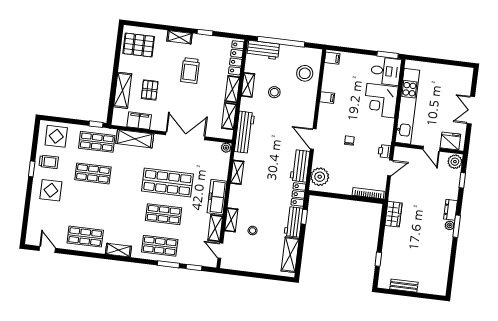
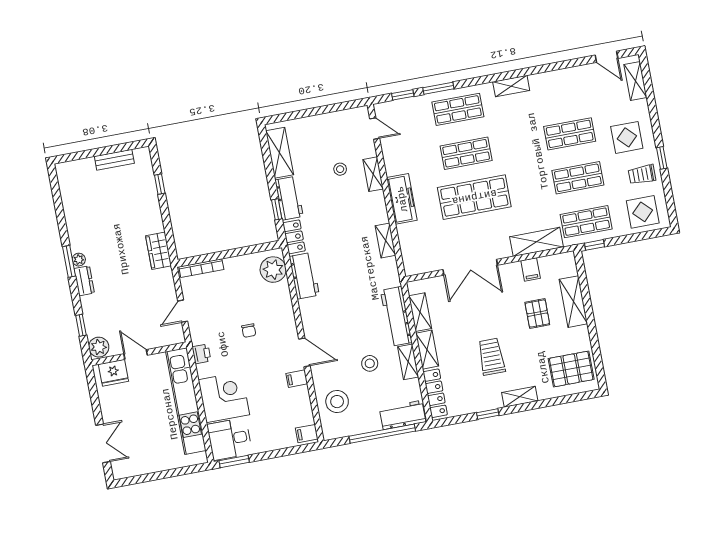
double door: (471, 110) -> (103, 443), moved
filing cabinet: (139, 121) -> (531, 269), width x0.50
workbench: (244, 132) -> (396, 316), moved
door: (313, 139) -> (304, 352), moved
plant: (226, 148) -> (411, 269), removed
printer: (385, 151) -> (201, 354), moved
shelving: (215, 228) -> (635, 81), moved
shop shelf: (85, 237) -> (570, 134), moved

